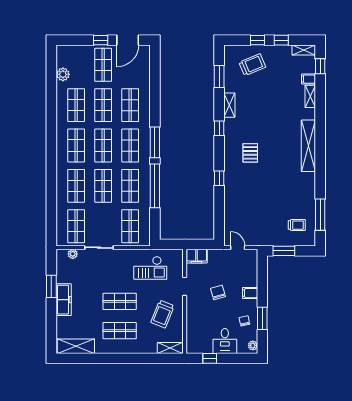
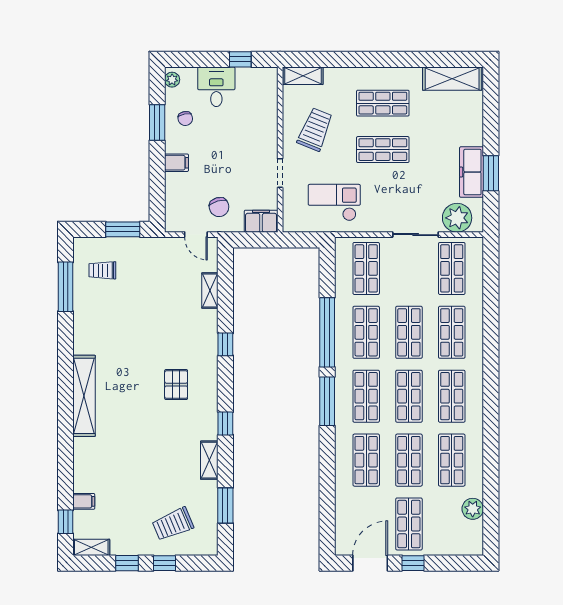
shelving: (310, 96) -> (210, 291), moved
plant: (73, 254) -> (457, 218), width x1.88, depth x1.88
chair: (218, 292) -> (219, 207), moved
freezer: (64, 300) -> (472, 172), moved

